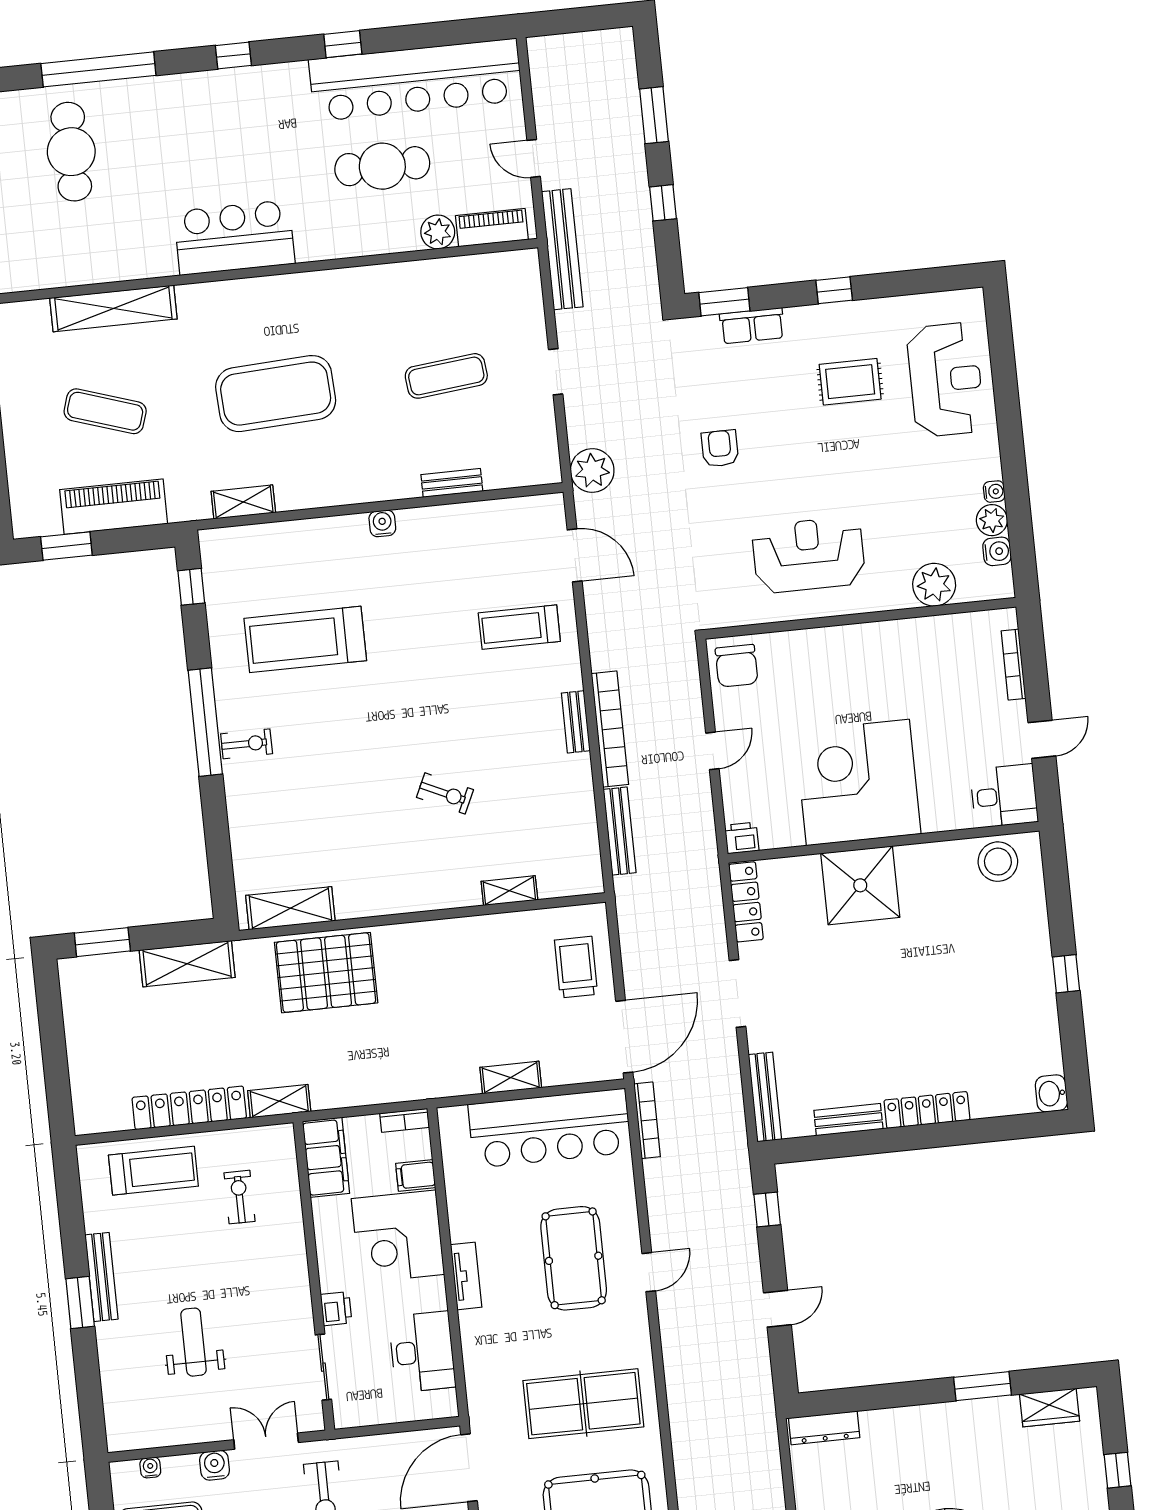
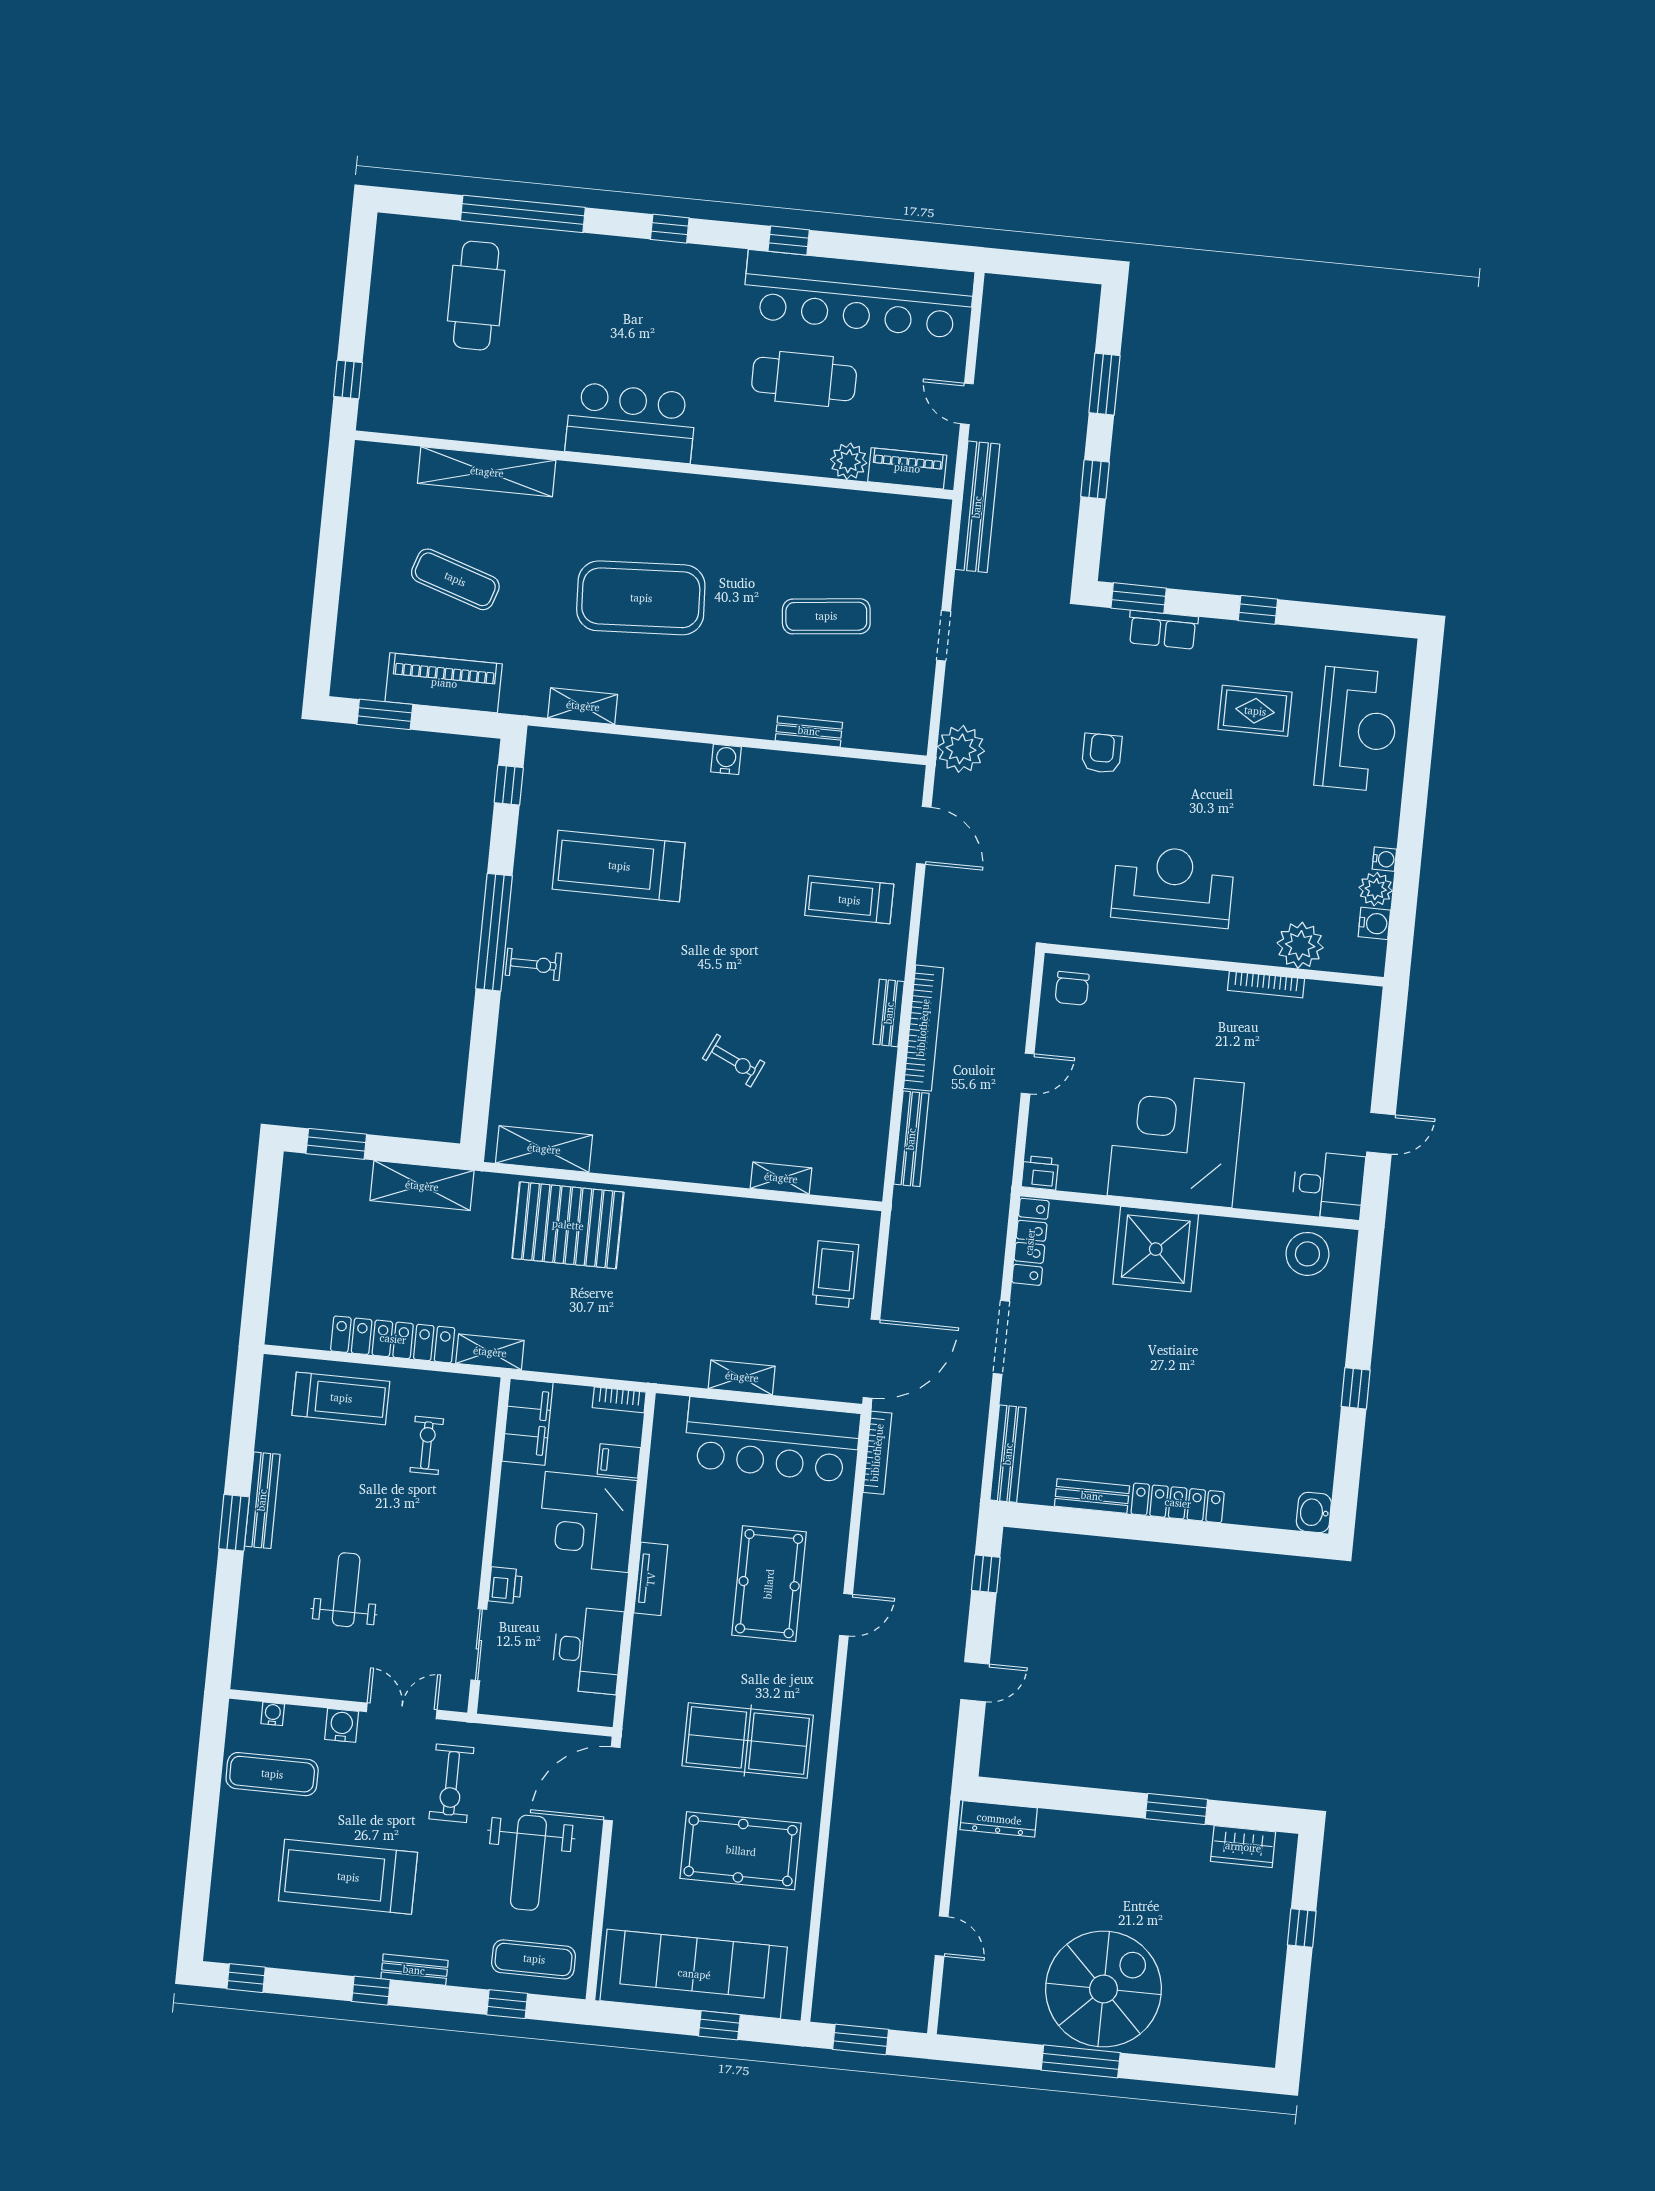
bookcase: (1013, 665) -> (1266, 985), moved, turned -90
chair: (737, 666) -> (1072, 988), width x0.73, depth x0.73

